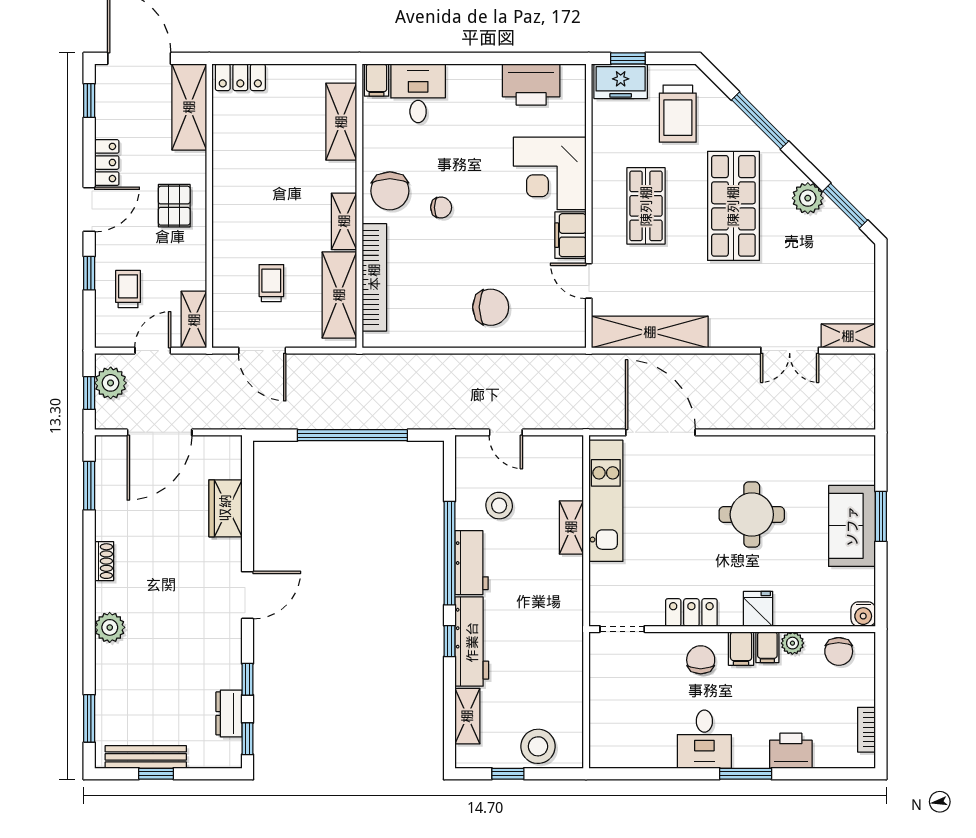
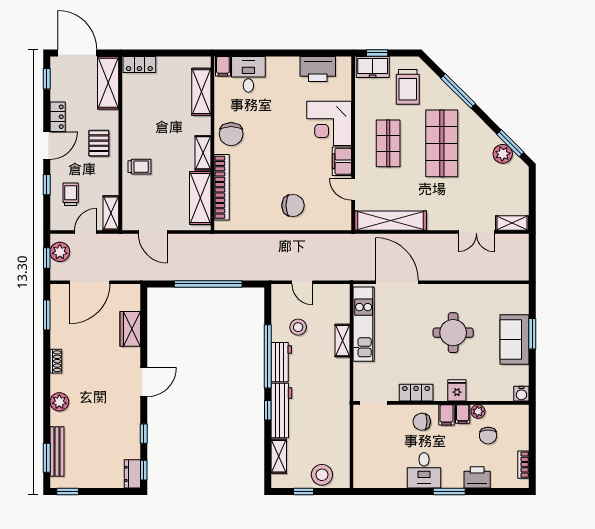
plant: (808, 198) -> (503, 154), moved
chair: (441, 207) -> (263, 144), removed
trolley: (271, 283) -> (140, 167), moved, turned 90
chair: (839, 651) -> (488, 436), moved
chair: (701, 660) -> (422, 422), turned -90
dresser: (229, 713) -> (132, 474), moved
bench: (146, 757) -> (57, 452), moved, turned 90
window: (156, 774) -> (68, 492), moved

